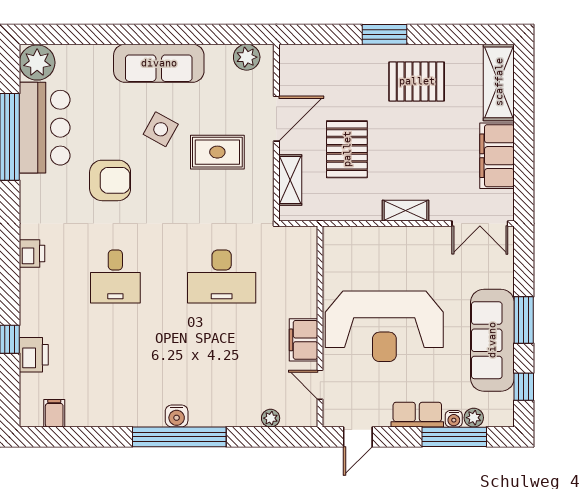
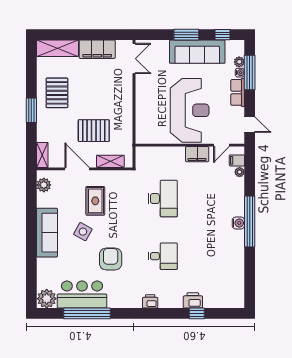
shelving: (405, 211) -> (42, 155), moved
printer: (34, 355) -> (193, 300), moved
filing cabinet: (54, 413) -> (237, 160), moved

